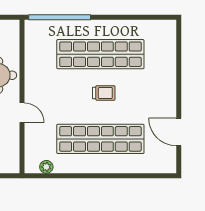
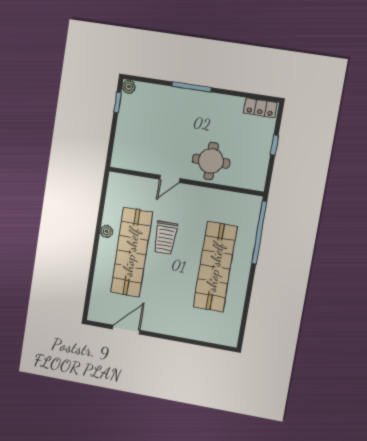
trolley: (104, 93) -> (165, 238), moved, width x1.36, depth x1.39
plant: (46, 167) -> (107, 231), moved

